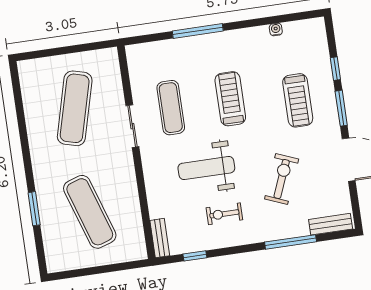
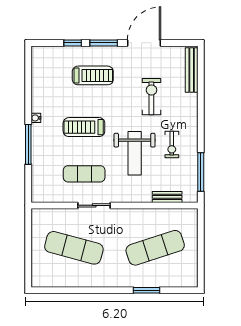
water cooler: (276, 29) -> (36, 118), moved
exercise bike: (282, 179) -> (151, 97), turned 68
bench: (331, 224) -> (192, 70), width x1.36
bench: (160, 238) -> (167, 197), moved
window: (291, 242) -> (201, 97), removed
window: (195, 256) -> (201, 172), width x2.17

